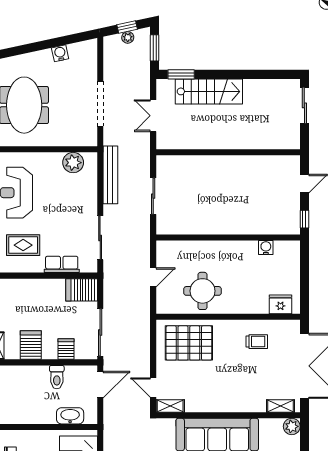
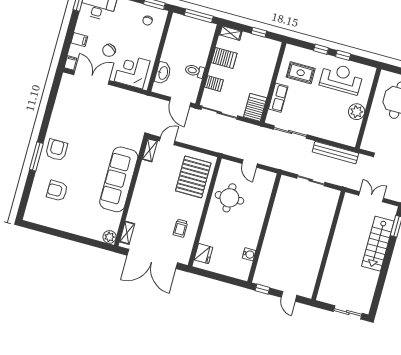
plant: (73, 163) -> (357, 112), moved
rug: (23, 245) -> (301, 73), turned 90

